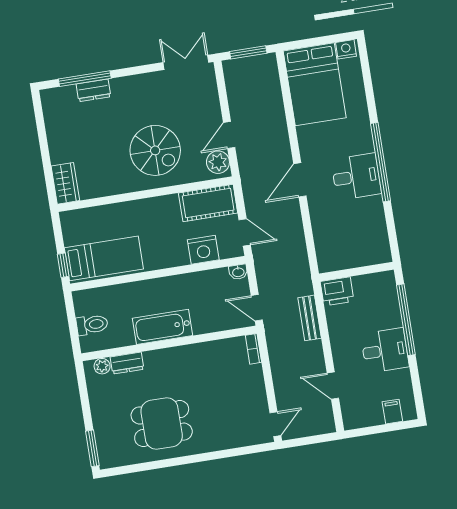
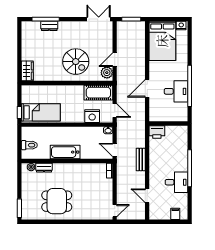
wall: (356, 272) -> (168, 124), moved
printer: (337, 291) -> (157, 132), moved

